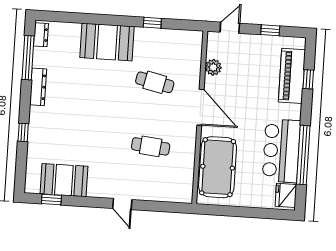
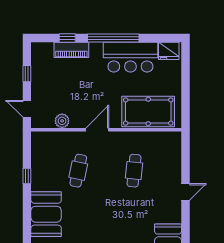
piano: (292, 76) -> (71, 50), width x0.73, depth x0.75
door: (200, 107) -> (97, 130), width x0.73
window: (303, 155) -> (113, 38), moved

